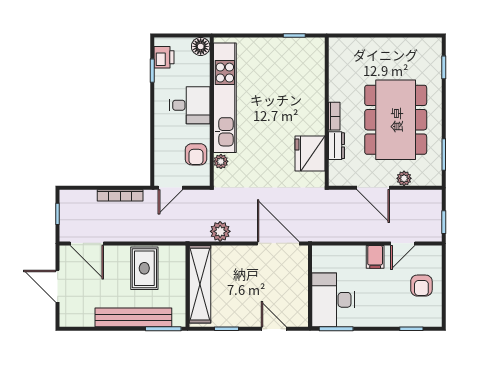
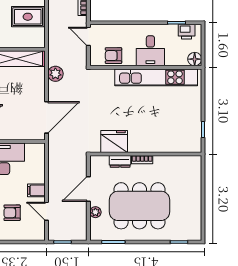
plant: (221, 161) -> (108, 74), removed
armchair: (421, 286) -> (12, 213), moved

